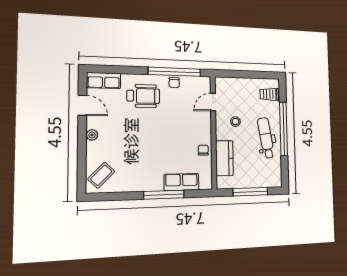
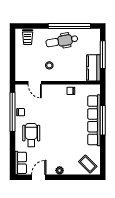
window: (284, 129) -> (69, 26), moved
kitchen counter: (224, 158) -> (93, 68), moved, turned -90
row of seats: (181, 182) -> (94, 120), width x2.02

